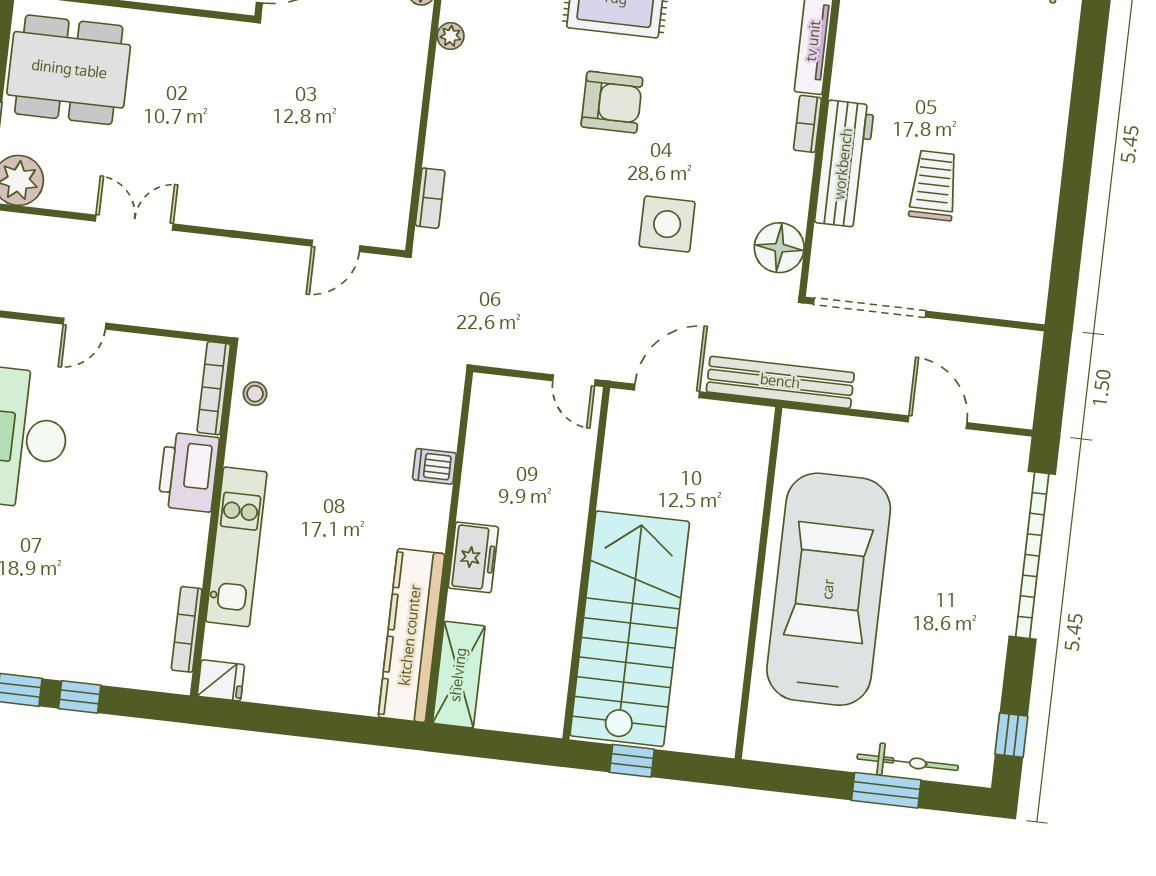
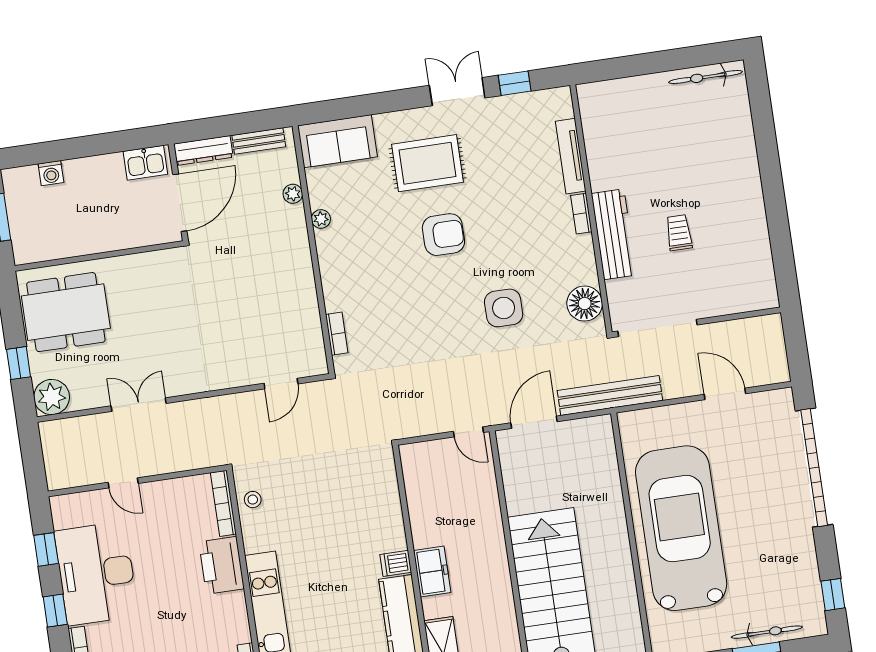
trolley: (934, 186) -> (679, 233), width x0.73, depth x0.72
door: (85, 324) -> (123, 483), hinge flipped
dishwasher: (434, 466) -> (396, 563), moved

